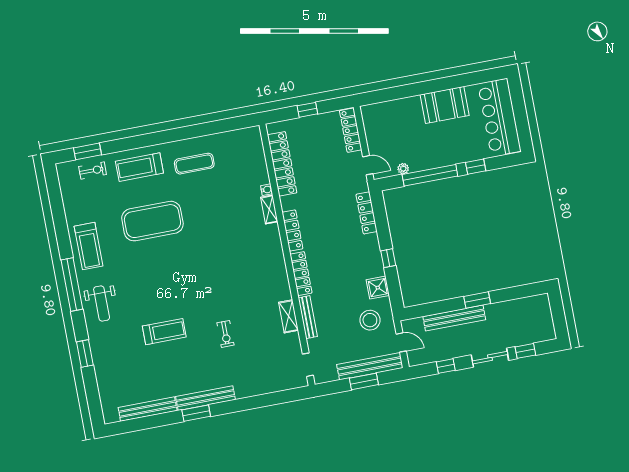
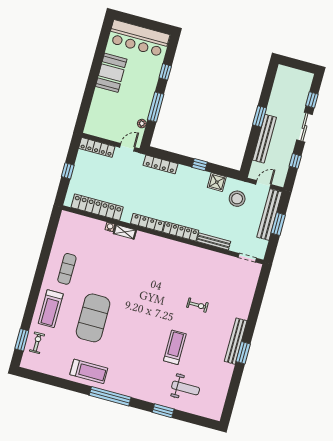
window: (430, 175) -> (156, 107), width x0.68
weight bench: (102, 303) -> (186, 388), moved
shelving: (288, 316) -> (207, 255), removed
bench: (148, 409) -> (224, 386), removed

